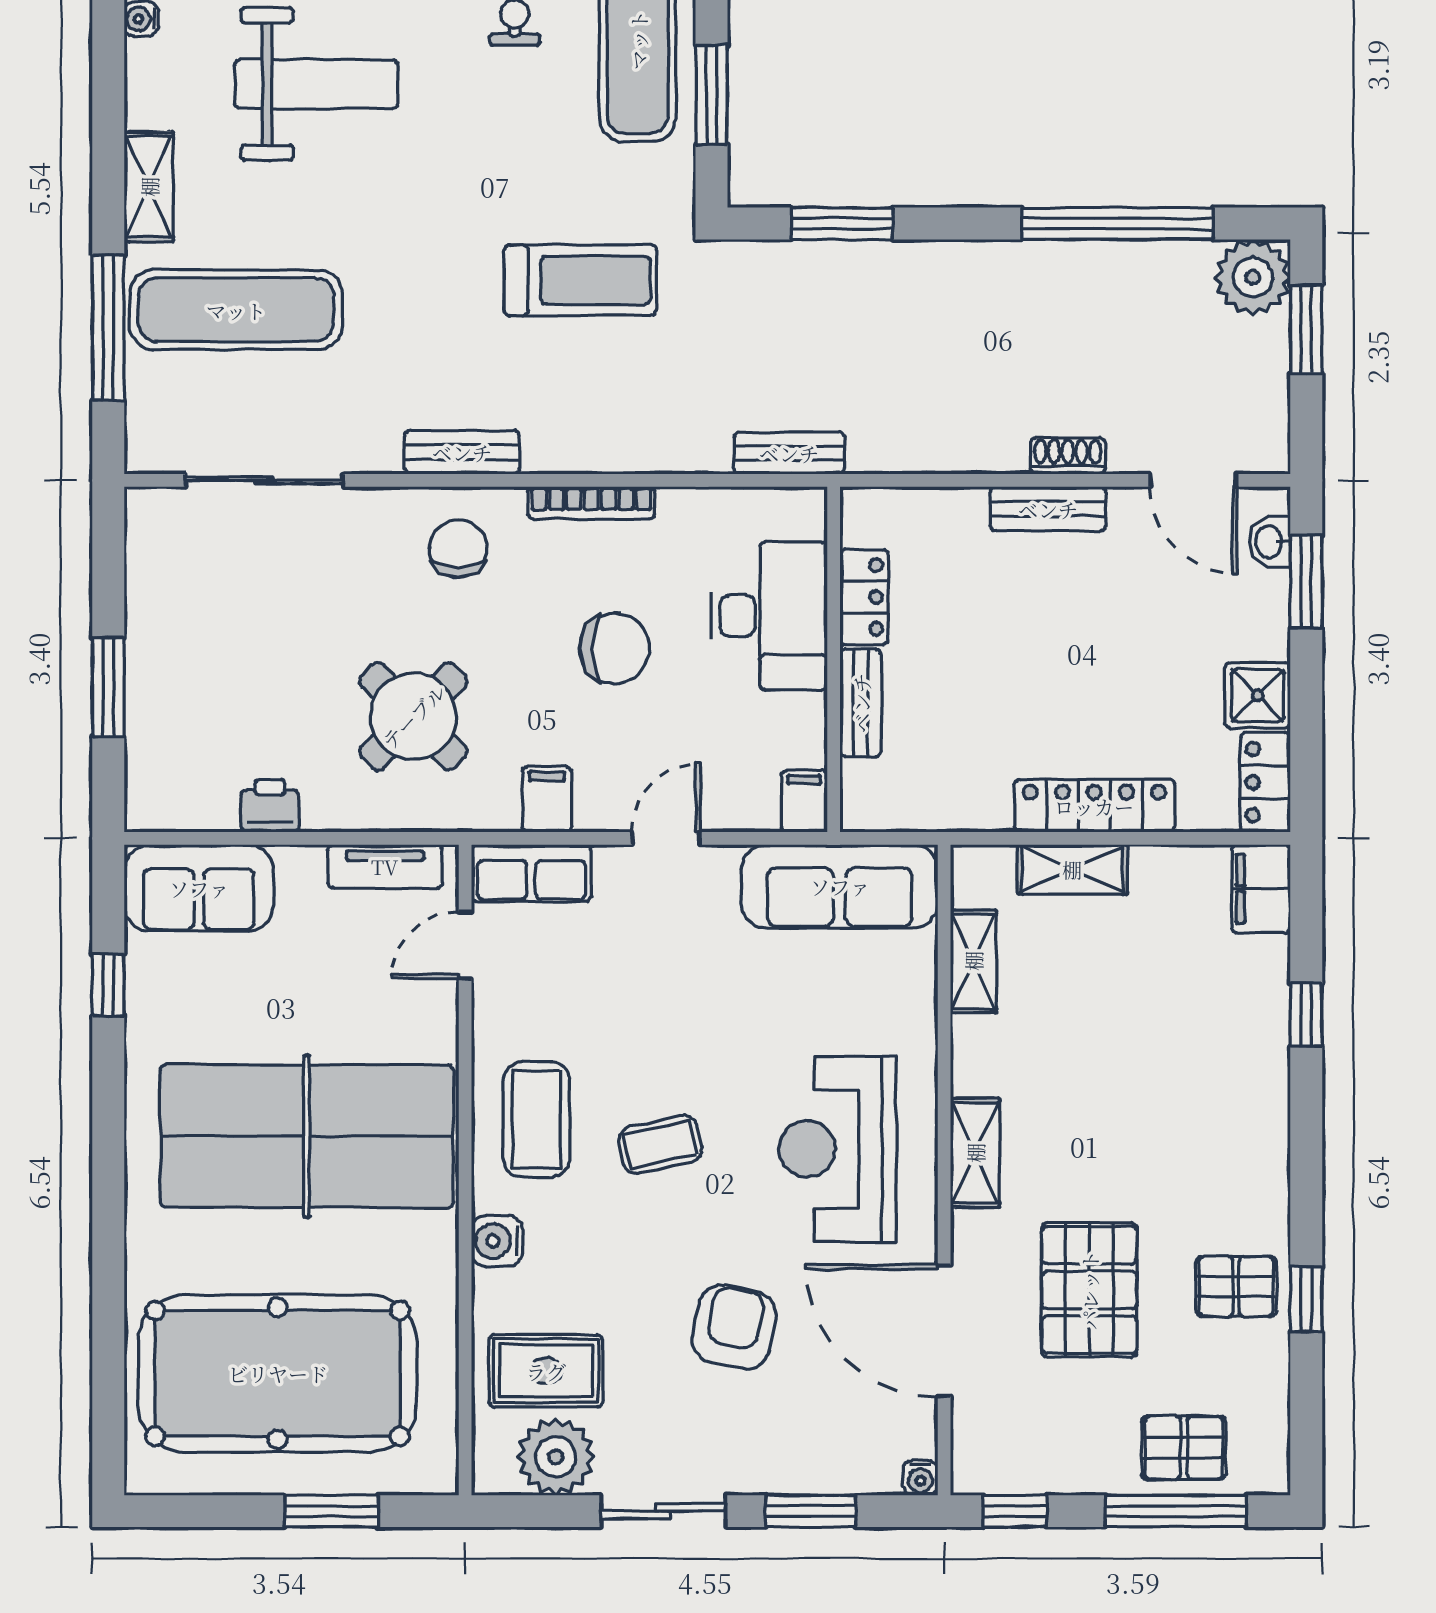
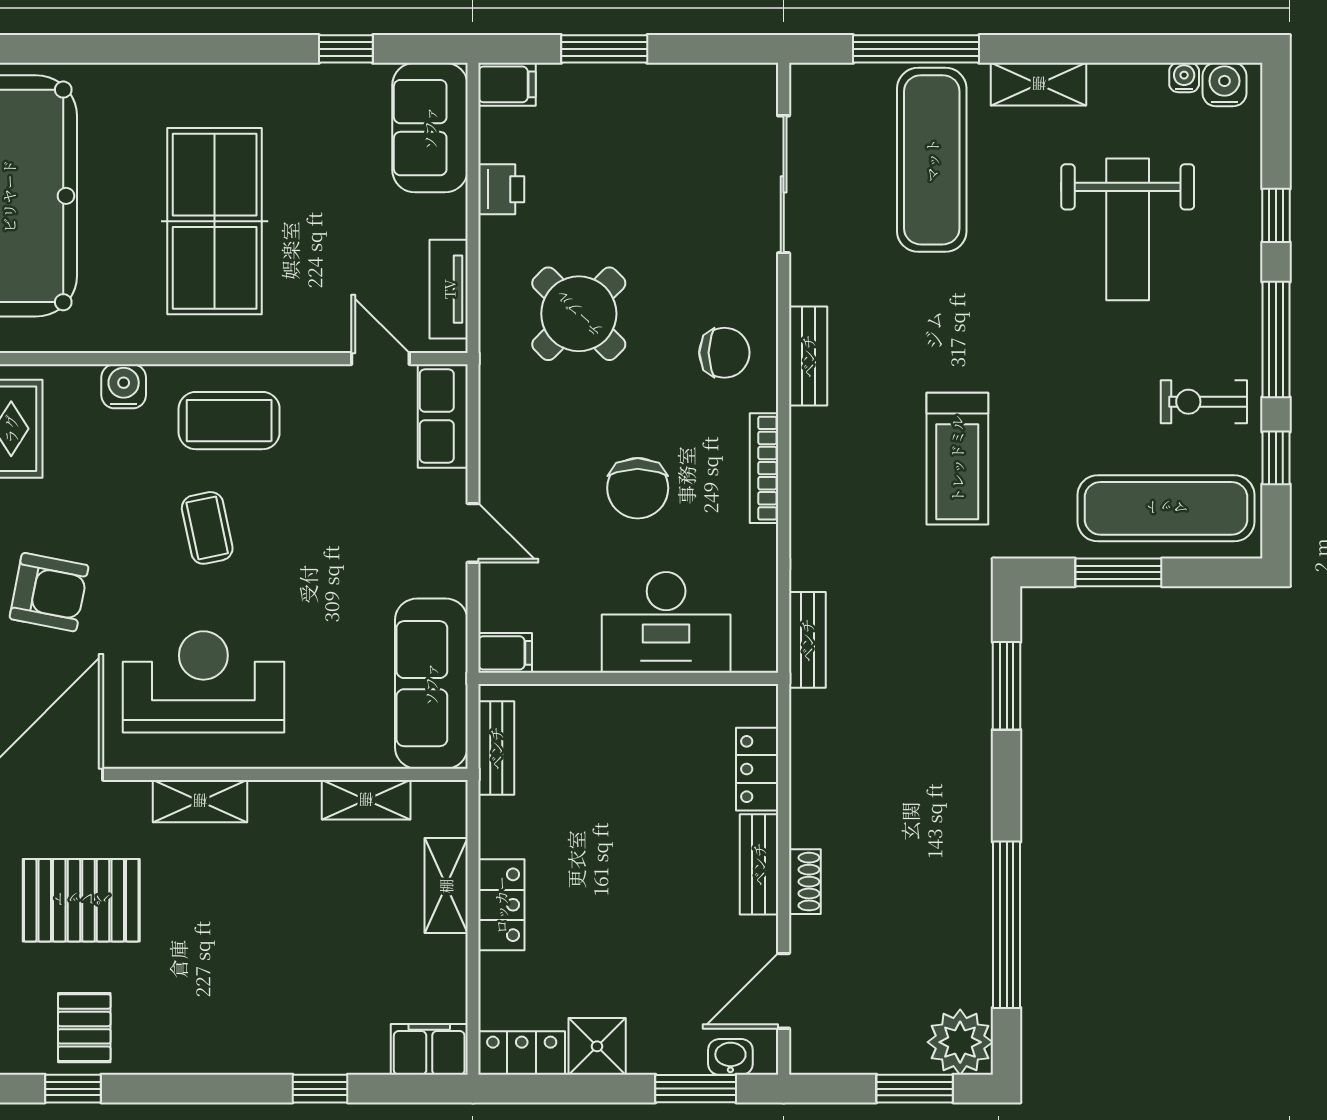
locker: (864, 597) -> (757, 769), moved, turned 90
bench: (861, 703) -> (496, 748), moved, turned 90
filing cabinet: (547, 799) -> (507, 84), moved
locker: (1094, 806) -> (501, 905), width x0.66
table tennis table: (307, 1136) -> (215, 221), width x0.73, depth x0.76

